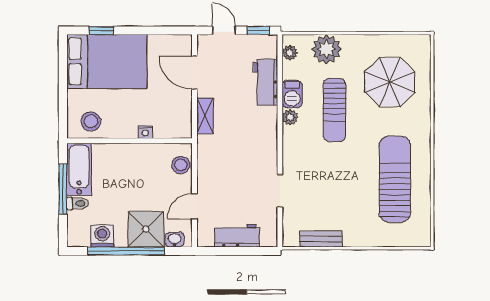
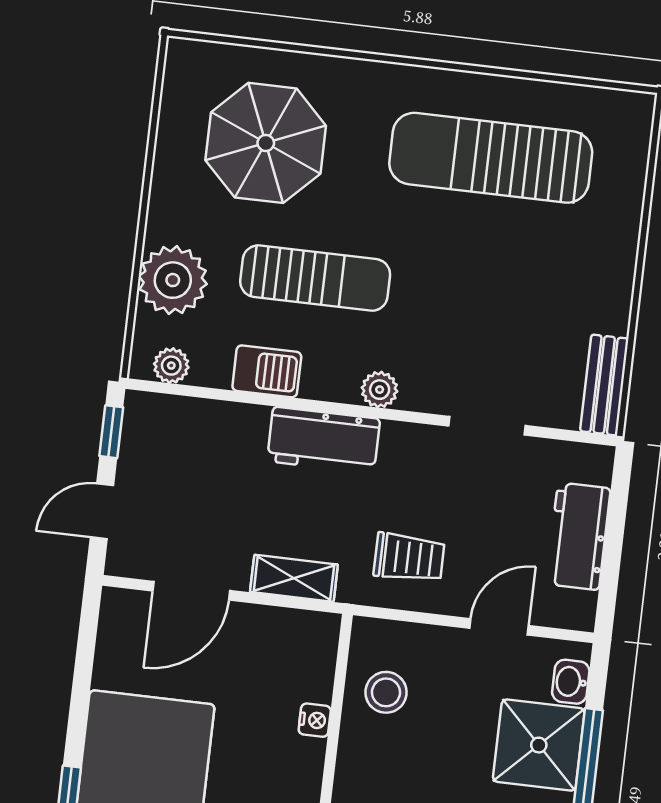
workbench: (266, 82) -> (324, 440), moved
plant: (290, 117) -> (380, 390), moved
trolley: (220, 164) -> (409, 558), added
stool: (181, 165) -> (386, 692), moved
door: (194, 206) -> (499, 627), swing flipped
bench: (321, 239) -> (604, 385), moved

